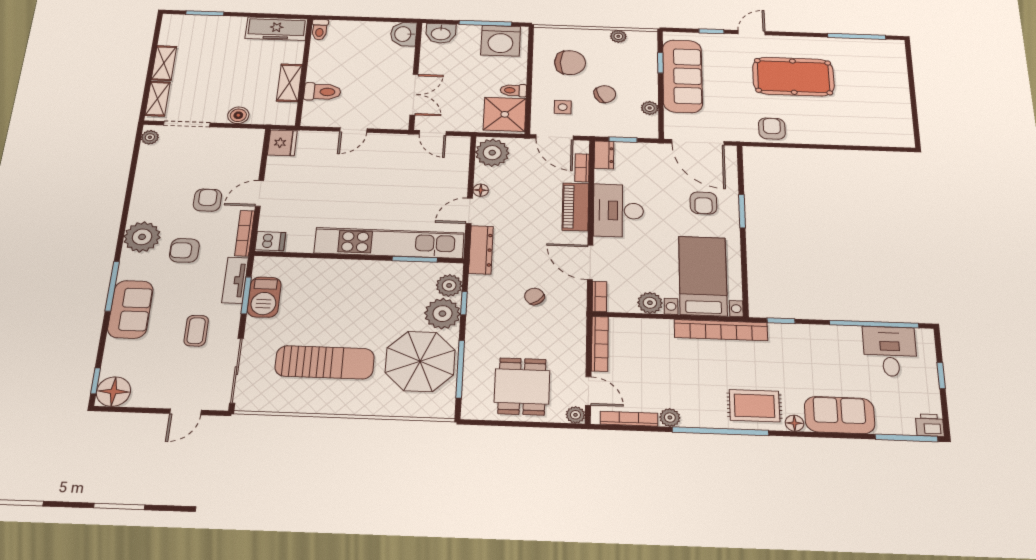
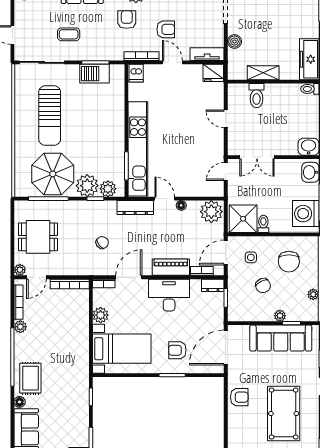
plant: (650, 108) -> (280, 316), moved
tv unit: (235, 280) -> (207, 54), moved
bookcase: (721, 330) -> (83, 359), removed

